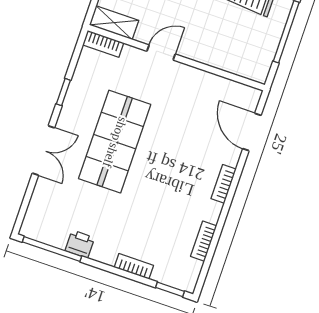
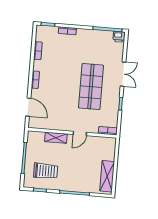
shelving: (114, 23) -> (56, 138), moved
double door: (43, 151) -> (123, 74), swing flipped
printer: (80, 244) -> (119, 37), moved

